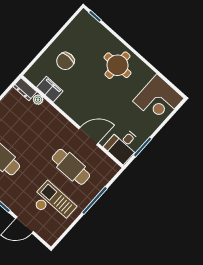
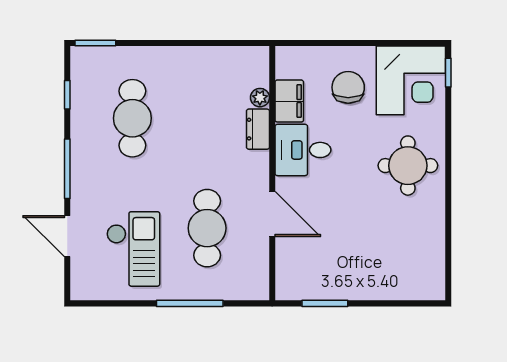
chair: (65, 61) -> (348, 87), turned 90
dresser: (25, 89) -> (258, 129), moved
corner desk: (158, 100) -> (411, 80), moved, turned -90
desk: (123, 145) -> (303, 150), moved

